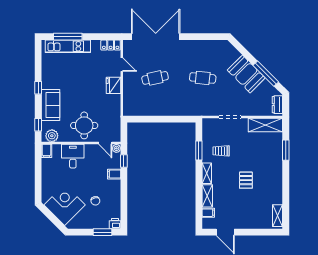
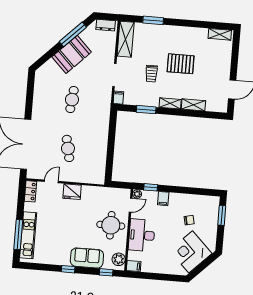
trolley: (221, 151) -> (151, 74), moved
desk: (73, 156) -> (142, 235), width x1.37
pallet: (246, 180) -> (181, 64), width x1.50, depth x1.42
filing cabinet: (208, 213) -> (118, 98), moved
printer: (115, 224) -> (214, 202), removed

